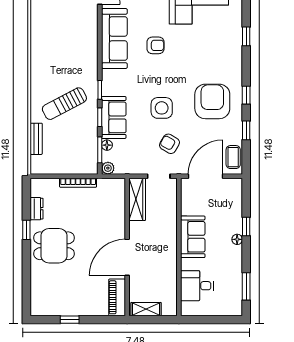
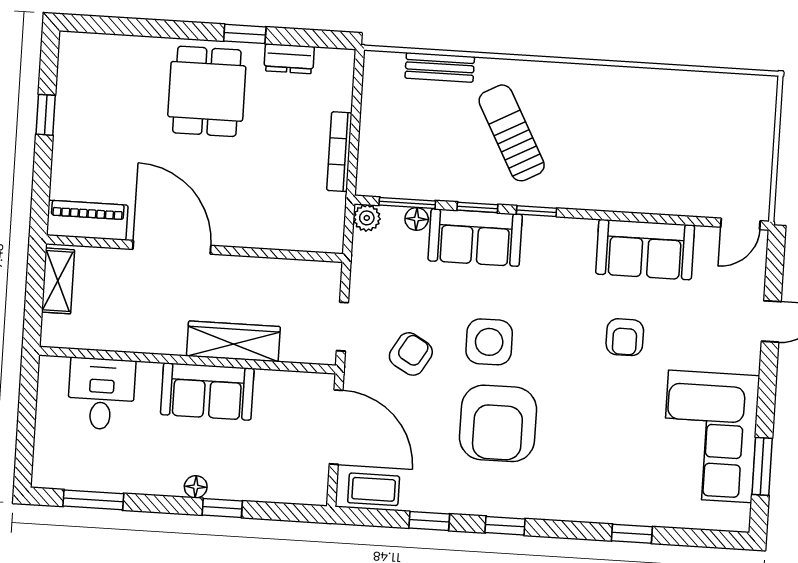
sofa: (114, 39) -> (645, 250), width x0.73
armchair: (212, 101) -> (498, 423), moved, turned 90
wardrobe: (137, 199) -> (233, 341), moved, turned 180

